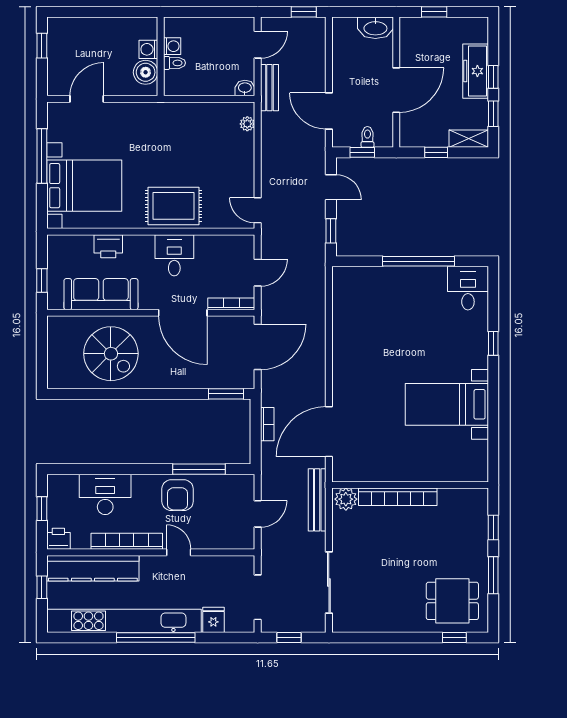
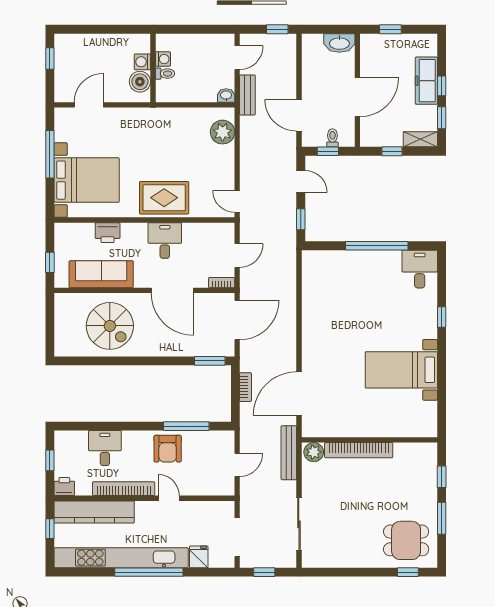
plant: (247, 124) -> (223, 132), width x1.88, depth x1.88
bookcase: (231, 304) -> (222, 283), width x0.64
desk: (105, 494) -> (105, 448), width x0.73

